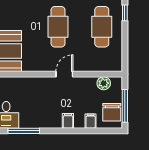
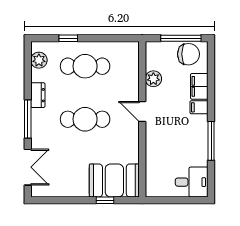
plant: (104, 83) -> (153, 79), moved
filing cabinet: (91, 121) -> (199, 86), width x2.00
window: (24, 131) -> (211, 141), moved

